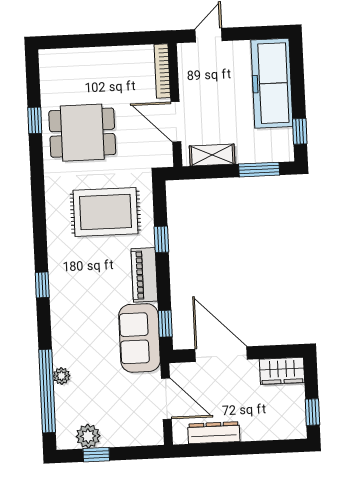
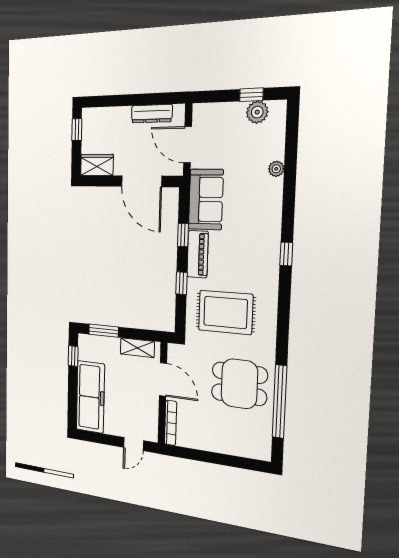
window: (35, 120) -> (280, 402), width x3.17
window: (165, 324) -> (183, 235), moved
window: (47, 391) -> (291, 155), removed

